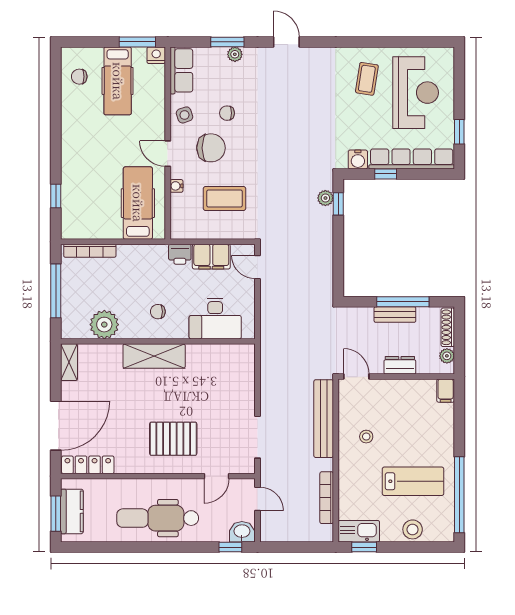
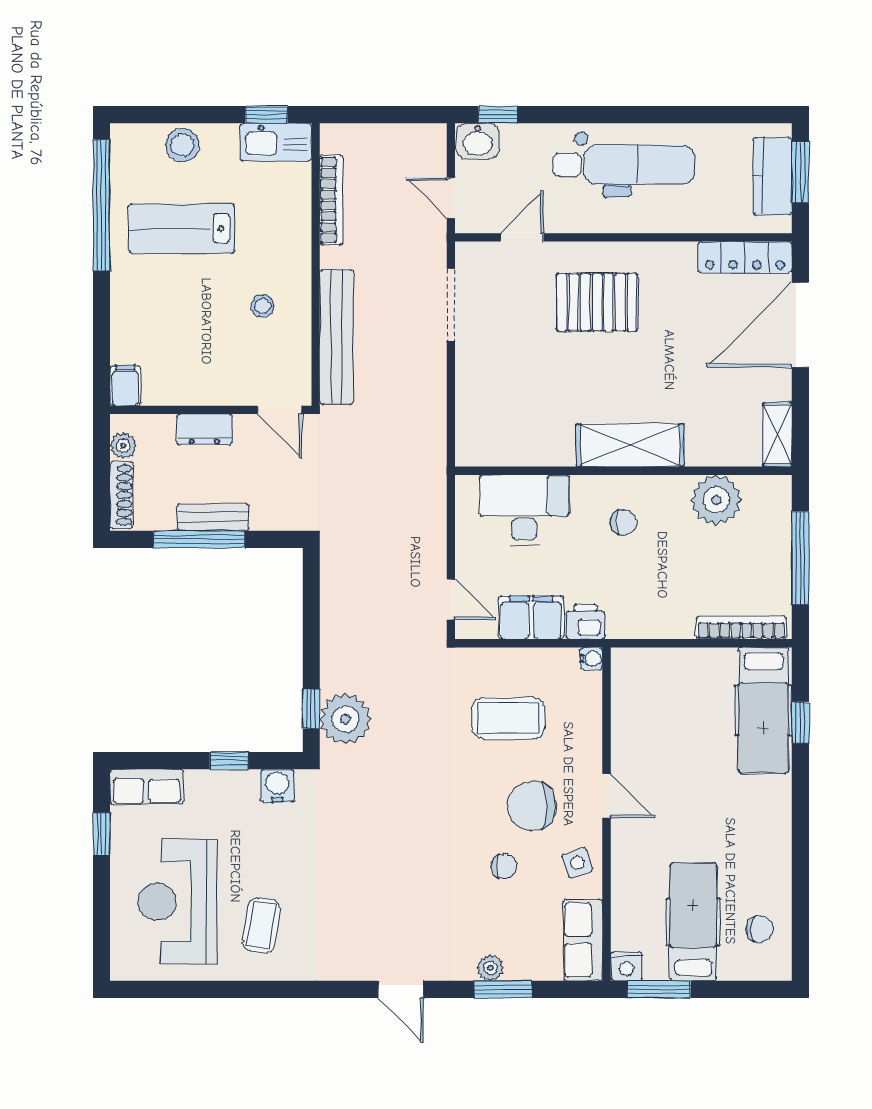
row of seats: (412, 159) -> (147, 787), width x0.50
water cooler: (176, 186) -> (591, 659), moved
plant: (325, 198) -> (345, 719), width x1.88, depth x1.88
hospital bed: (138, 203) -> (763, 710), moved

